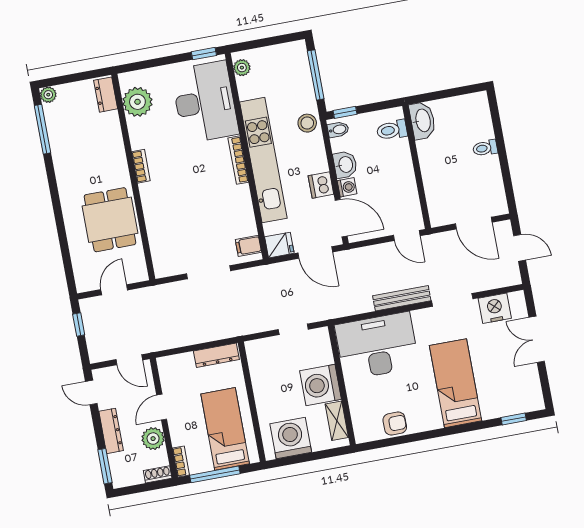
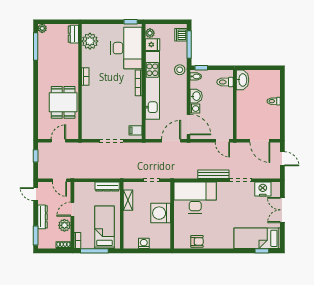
dishwasher: (321, 185) -> (181, 35), moved
fridge: (279, 245) -> (152, 45), moved
door: (315, 252) -> (171, 141), swing flipped
bed: (456, 383) -> (257, 238), moved, turned -90
shelving: (337, 421) -> (128, 200), moved
washing machine: (291, 438) -> (144, 243), width x0.53, depth x0.53

